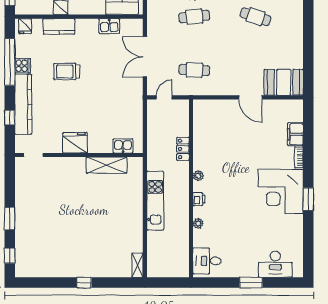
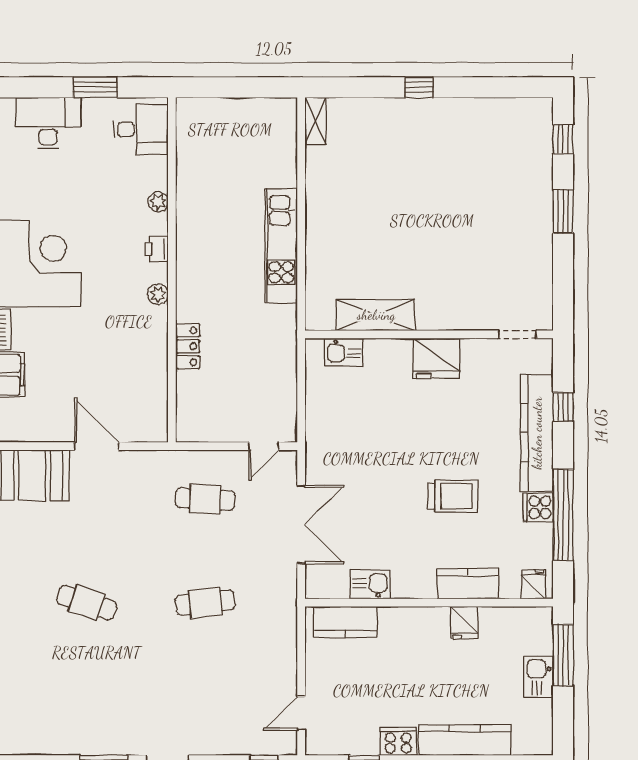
locker: (183, 149) -> (188, 346), moved
plant: (198, 176) -> (158, 294), moved
wall: (191, 188) -> (172, 270), moved
printer: (199, 199) -> (157, 249), moved
plant: (198, 223) -> (158, 202), moved
desk: (207, 261) -> (141, 129), moved

